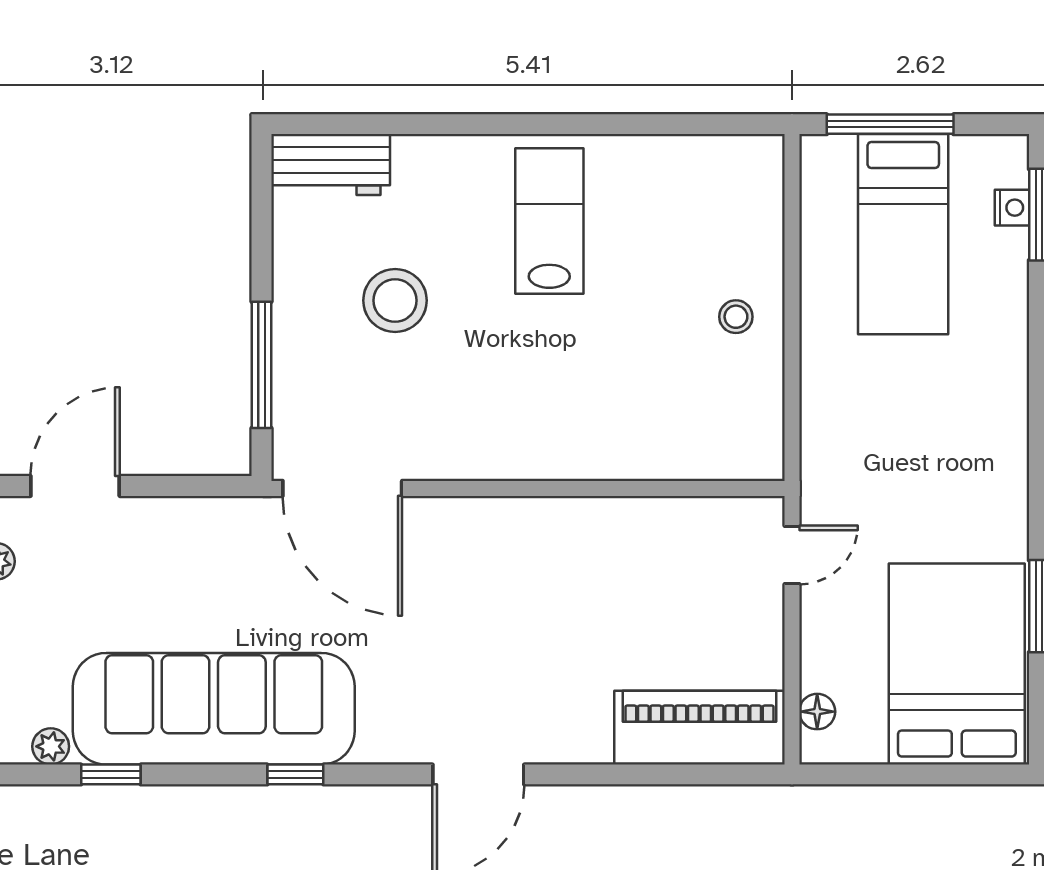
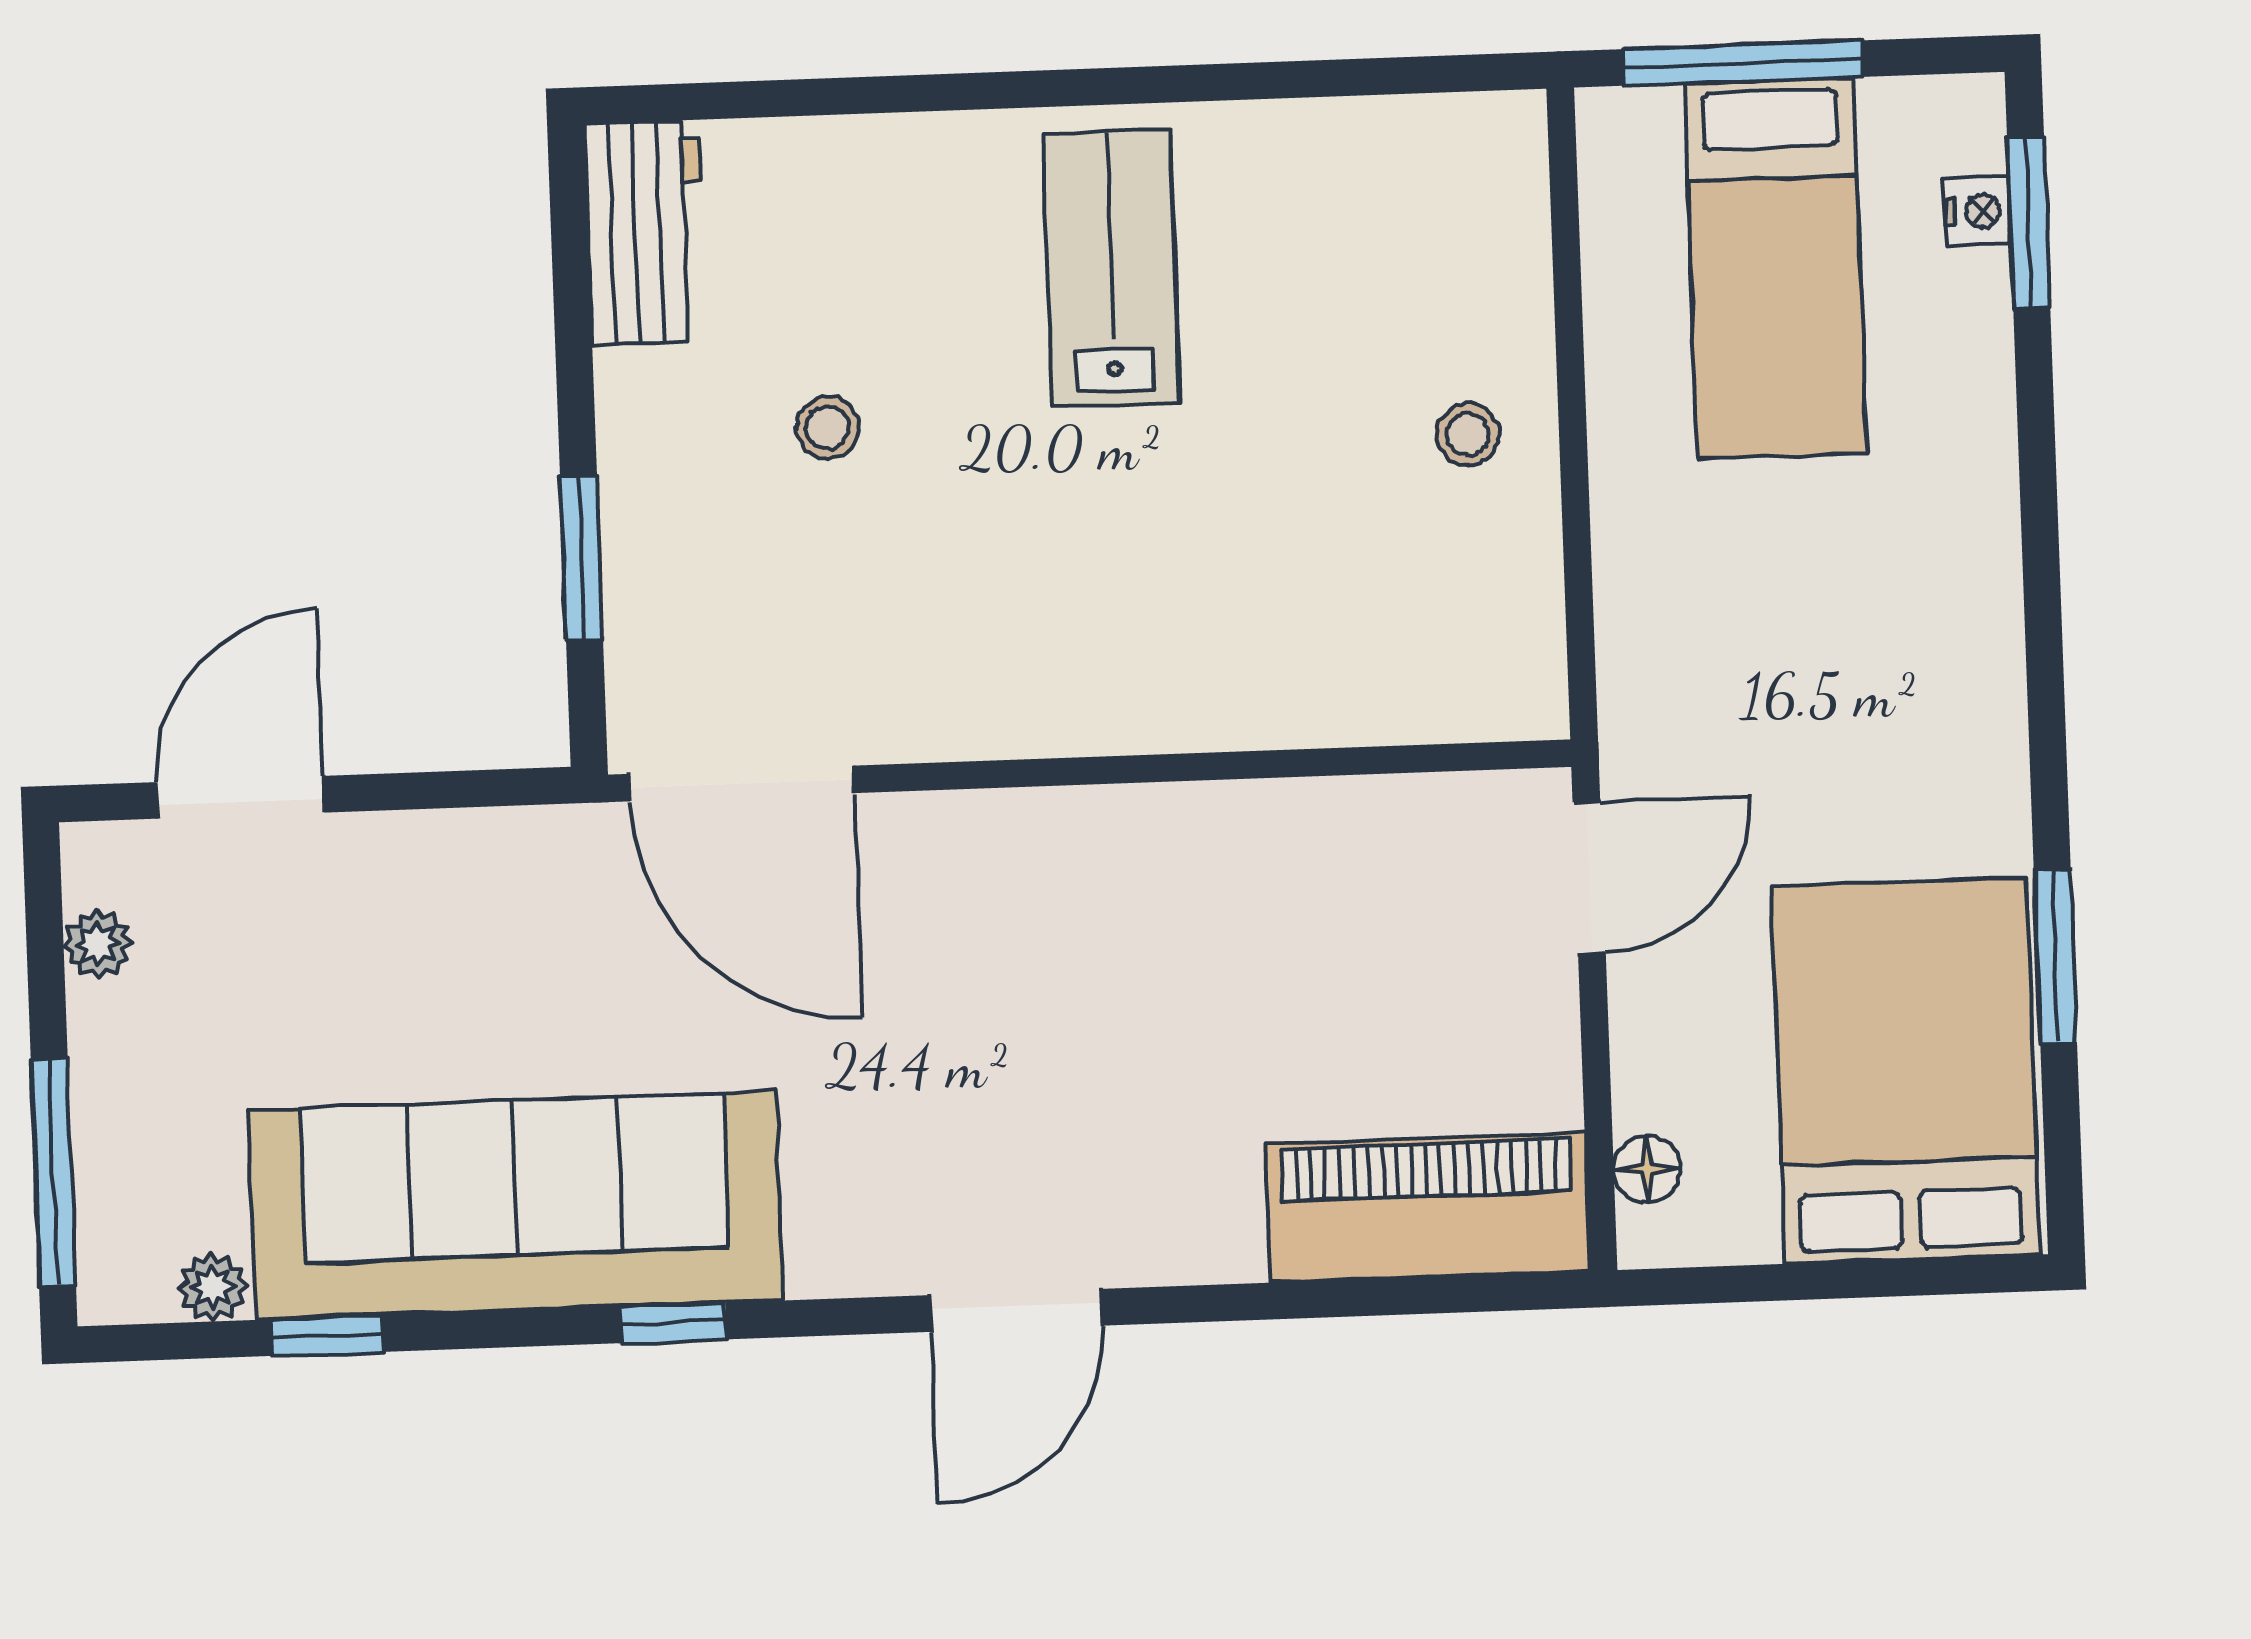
workbench: (331, 165) -> (645, 233), moved, turned -90
stool: (395, 300) -> (827, 428), width x0.53, depth x0.53
window: (261, 365) -> (582, 557), width x0.69
door: (792, 555) -> (1589, 877), width x1.37

